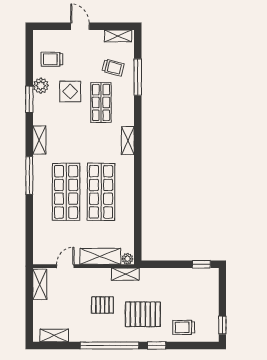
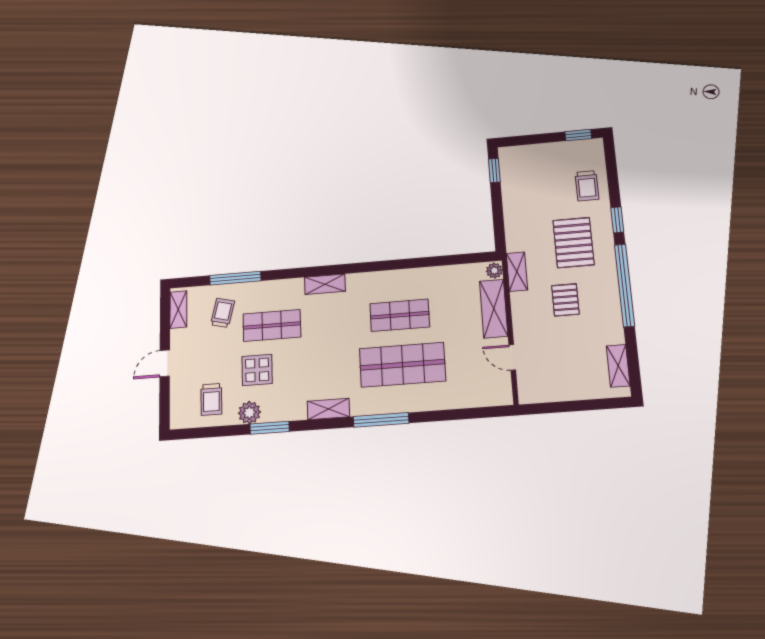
shop shelf: (101, 192) -> (400, 315), width x0.70, depth x0.74
shelving: (40, 284) -> (543, 393), removed

